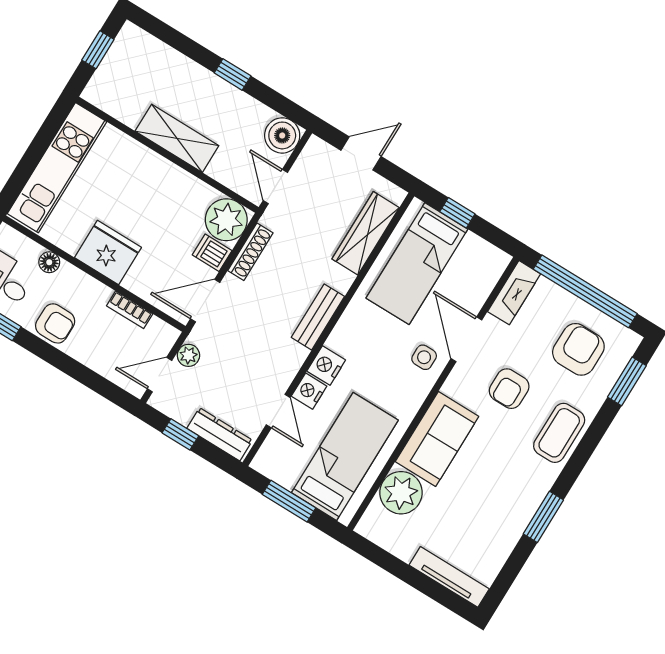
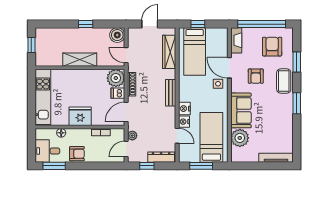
window: (627, 381) -> (297, 62), moved
window: (543, 517) -> (297, 103), moved

